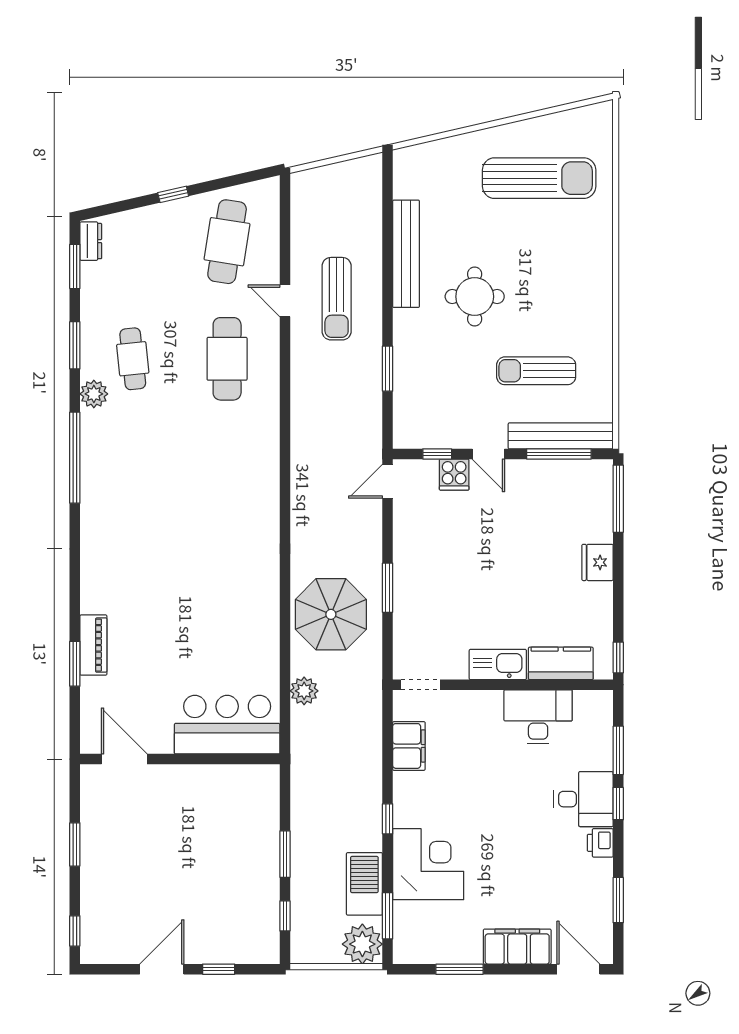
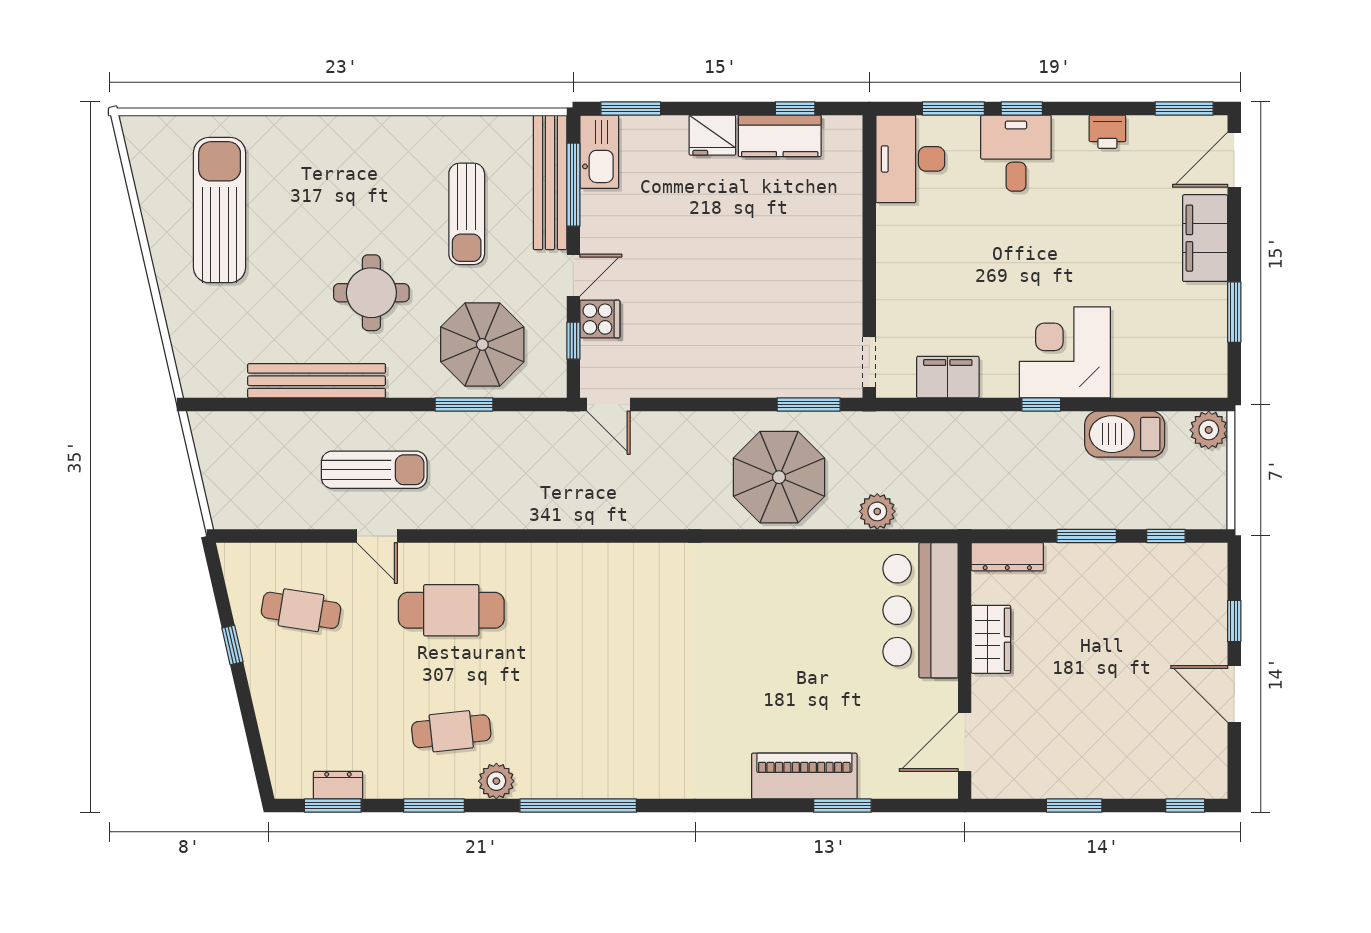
window: (173, 194) -> (232, 645), moved
dresser: (91, 241) -> (338, 785), moved
cafe table: (227, 242) -> (301, 610), width x0.73, depth x0.74
door: (285, 301) -> (377, 536), hinge flipped
parasol: (434, 383) -> (482, 344), added
window: (618, 499) -> (631, 109), width x0.69
window: (388, 588) -> (809, 404), moved
piano: (93, 645) -> (804, 776), width x1.37, depth x1.33
window: (618, 657) -> (795, 109), moved
kitchen counter: (561, 663) -> (780, 136), moved, turned -90
kitchen sink: (498, 664) -> (599, 152), moved, turned 180
desk: (538, 717) -> (910, 159), moved
wardrobe: (204, 780) -> (991, 639), added
dresser: (269, 792) -> (1007, 557), added
printer: (600, 843) -> (1107, 132), moved
corner desk: (428, 864) -> (1065, 352), moved
window: (618, 900) -> (1184, 109), moved
window: (388, 916) -> (1166, 404), removed
plant: (362, 944) -> (1209, 430), width x0.73, depth x0.73

